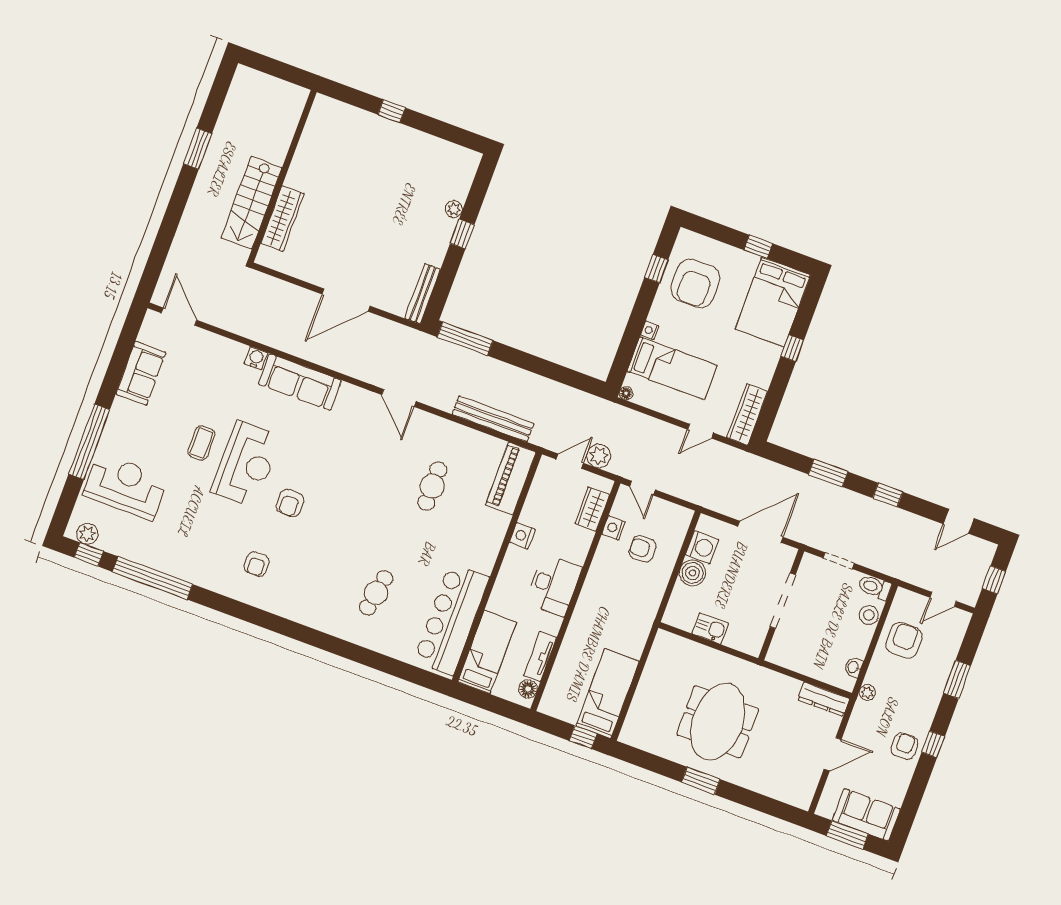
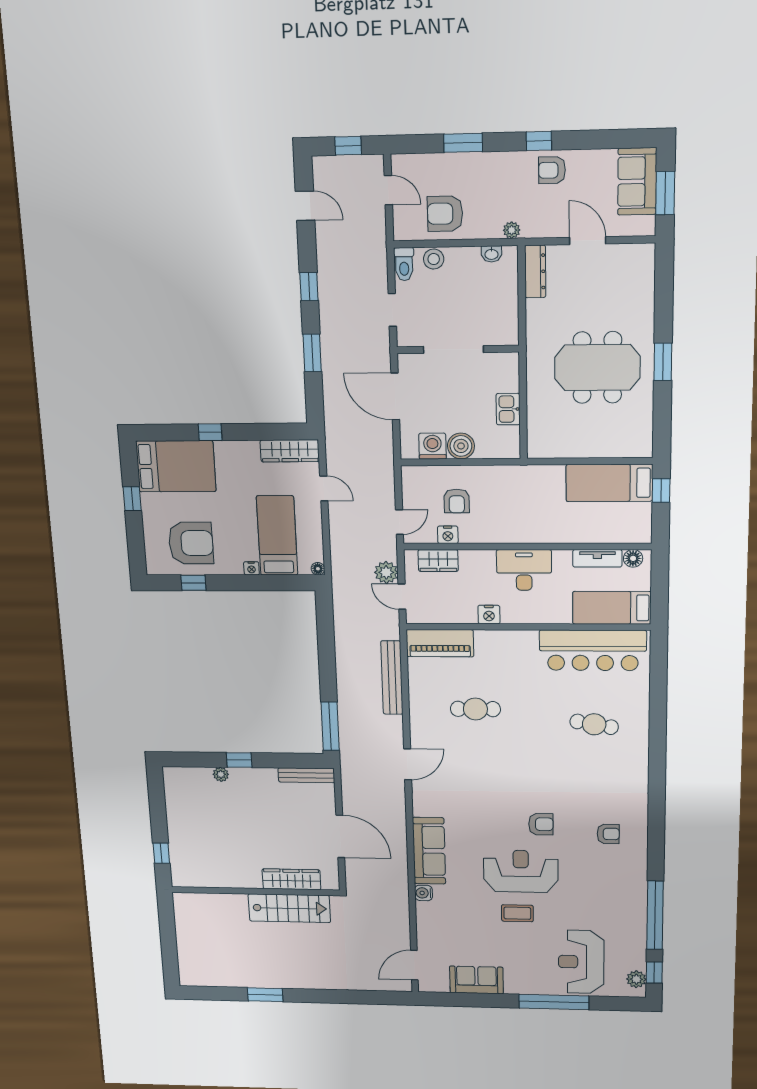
wall: (282, 176) -> (255, 891), moved
stairs: (252, 203) -> (289, 908), moved
wardrobe: (282, 219) -> (291, 879), moved

